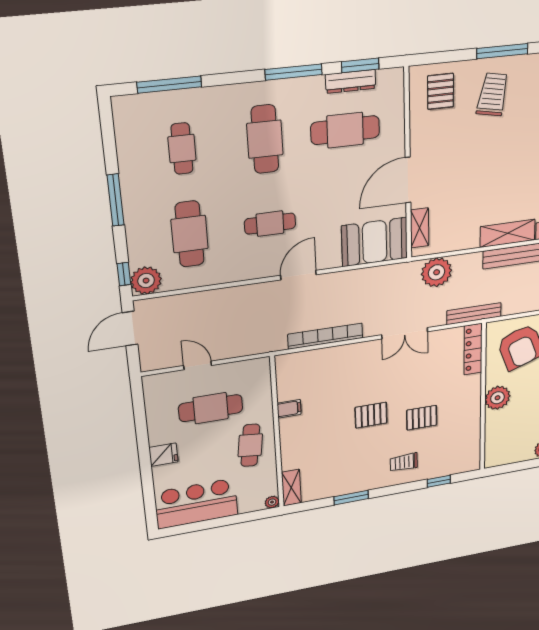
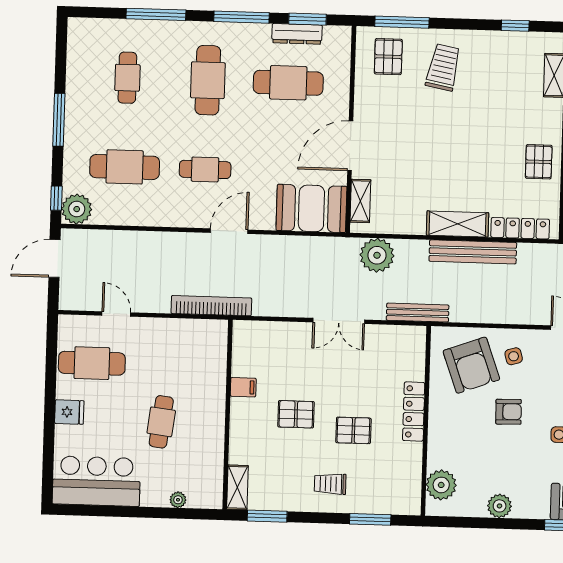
window: (502, 51) -> (402, 22), moved
window: (169, 85) -> (156, 14), moved
cafe table: (190, 234) -> (125, 167), turned 90
bookcase: (325, 336) -> (211, 306), moved
locker: (473, 349) -> (414, 412), moved
plant: (498, 398) -> (441, 485), moved
cafe table: (211, 408) -> (92, 363), moved
filing cabinet: (289, 409) -> (243, 387), moved
wall: (277, 433) -> (228, 415), moved
window: (439, 481) -> (370, 519), width x1.50
shelving: (291, 488) -> (237, 487), moved

